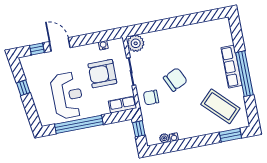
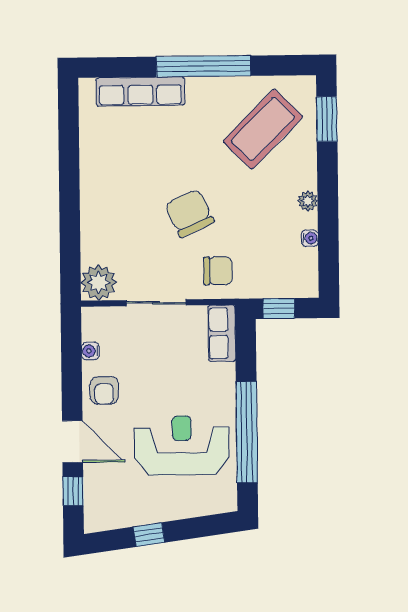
door: (60, 45) -> (72, 442), swing flipped
row of seats: (231, 67) -> (140, 91), moved
armchair: (102, 74) -> (104, 390), moved, width x0.53, depth x0.53
chair: (151, 97) -> (218, 271), turned -90
plant: (164, 138) -> (308, 201), moved

